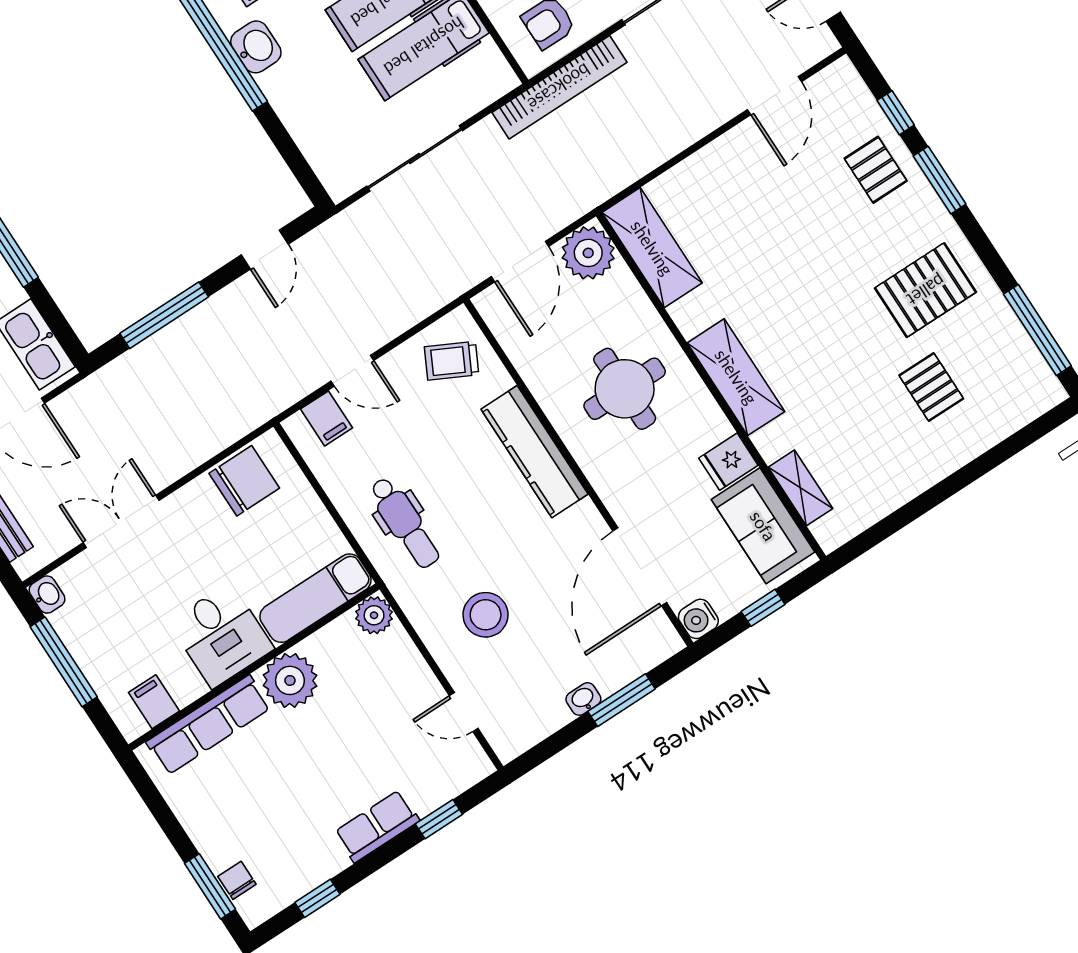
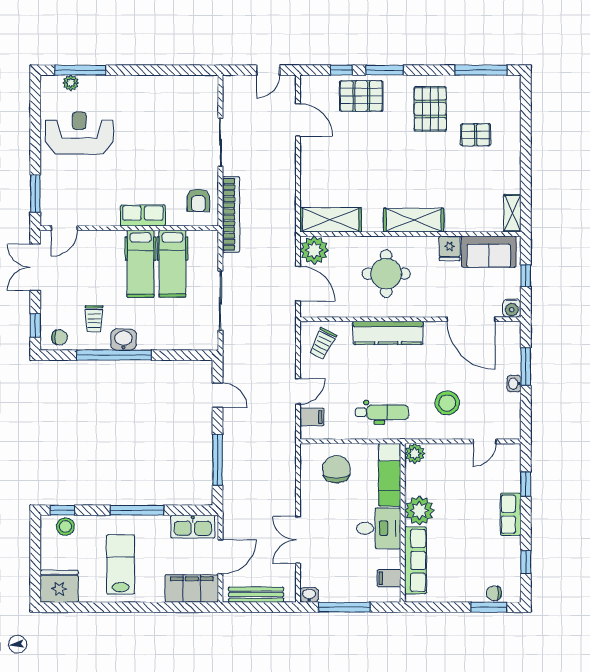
pallet: (876, 170) -> (361, 96), width x1.50, depth x1.42
chair: (244, 481) -> (336, 469), moved
shelving: (800, 488) -> (512, 213), moved, turned 90

